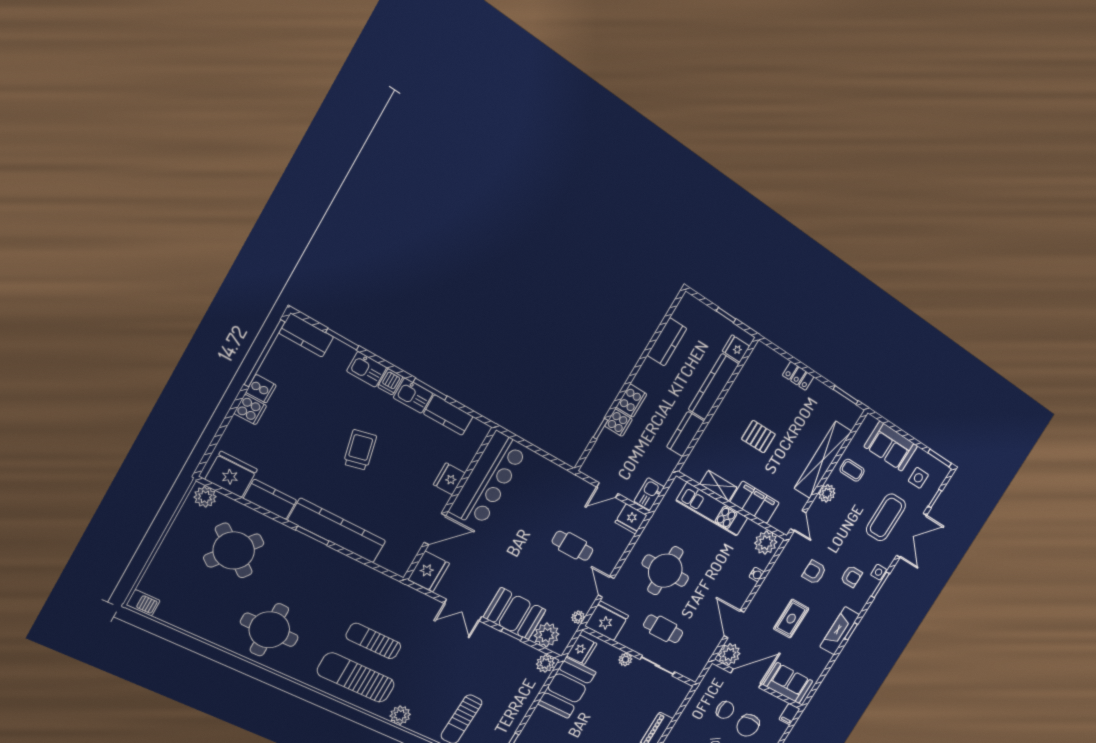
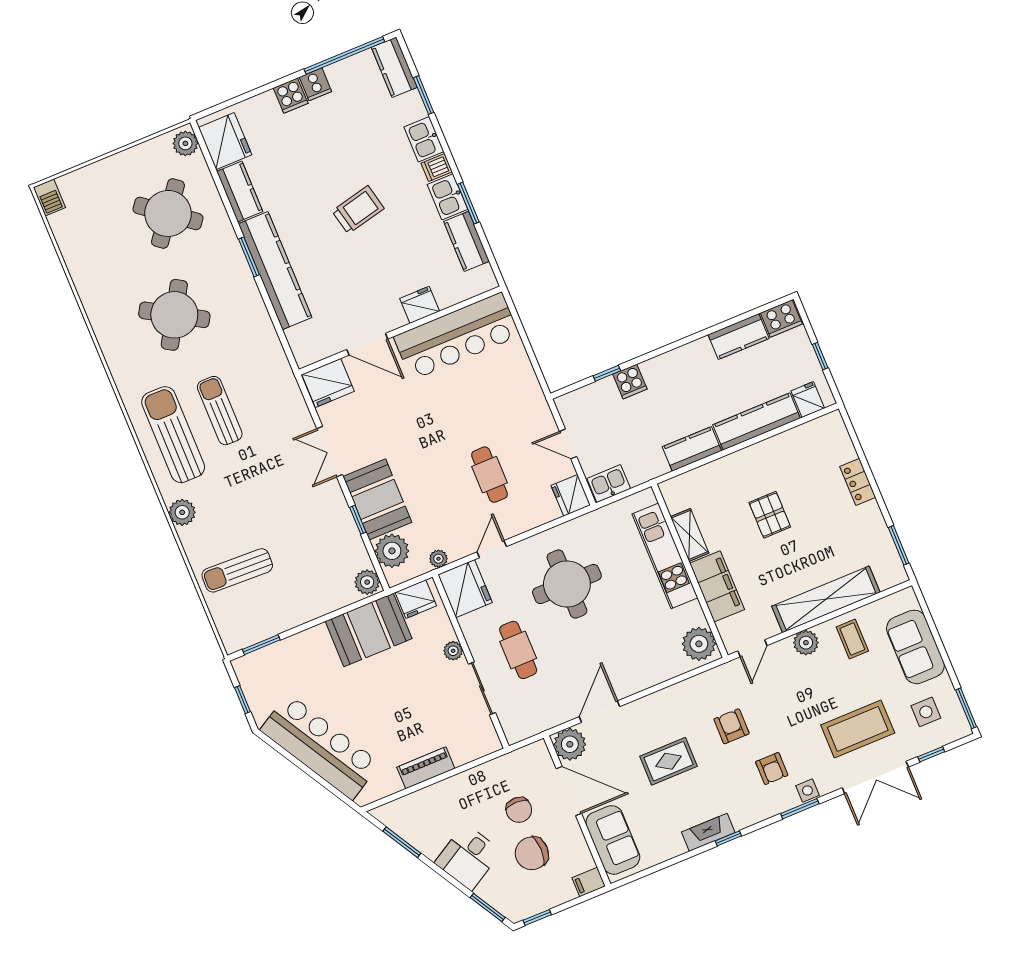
cooker: (631, 401) -> (781, 318), moved
water cooler: (757, 574) -> (664, 673), removed
round table: (269, 630) -> (174, 315), moved, turned 31
fireplace: (840, 631) -> (708, 832), width x0.73, depth x0.76

